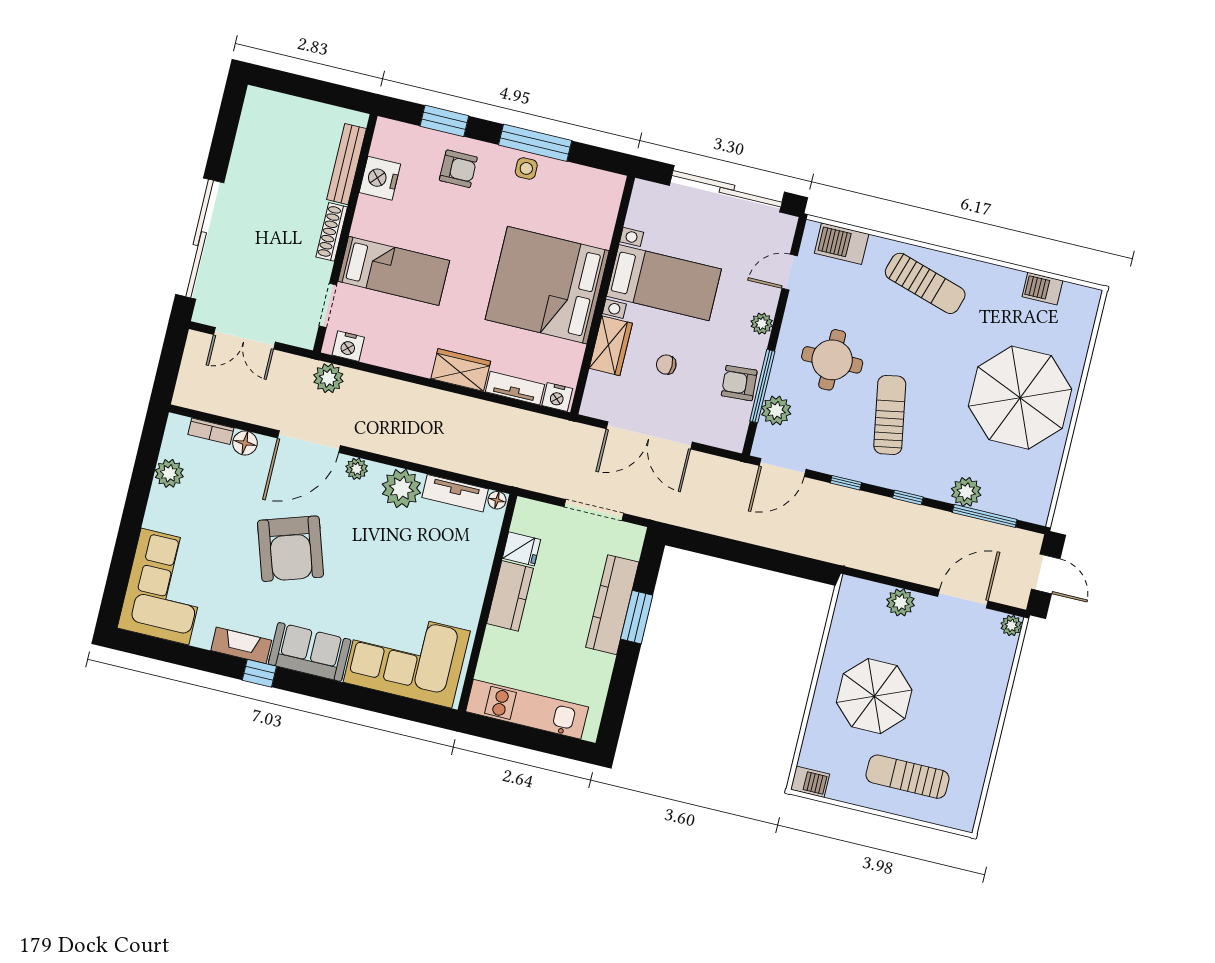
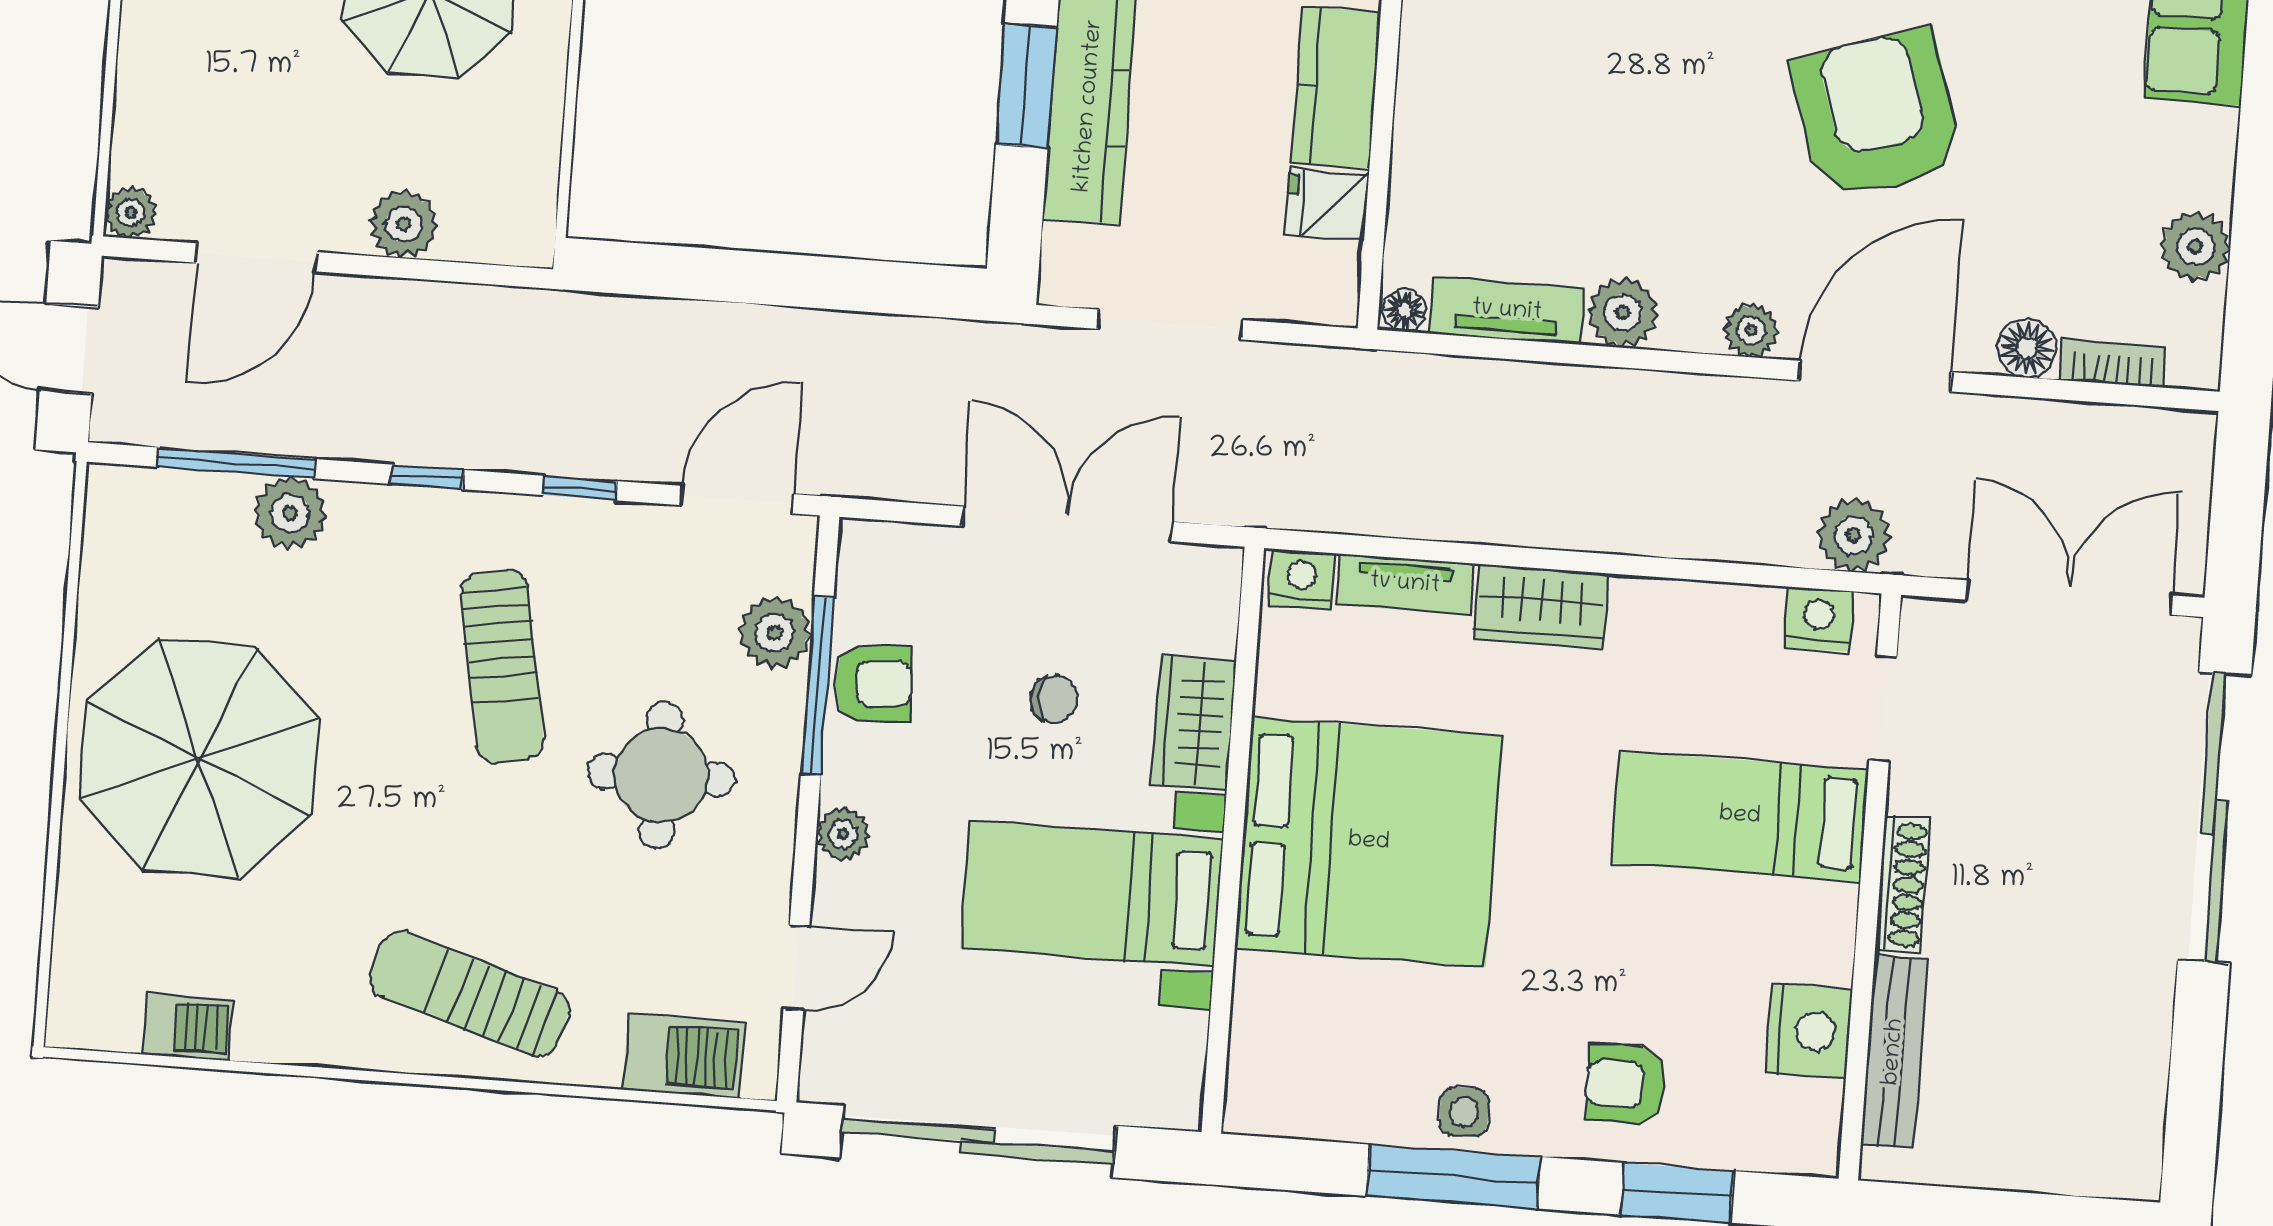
double door: (244, 338) -> (2069, 597), width x1.37
plant: (401, 489) -> (1623, 313), width x0.73, depth x0.73

